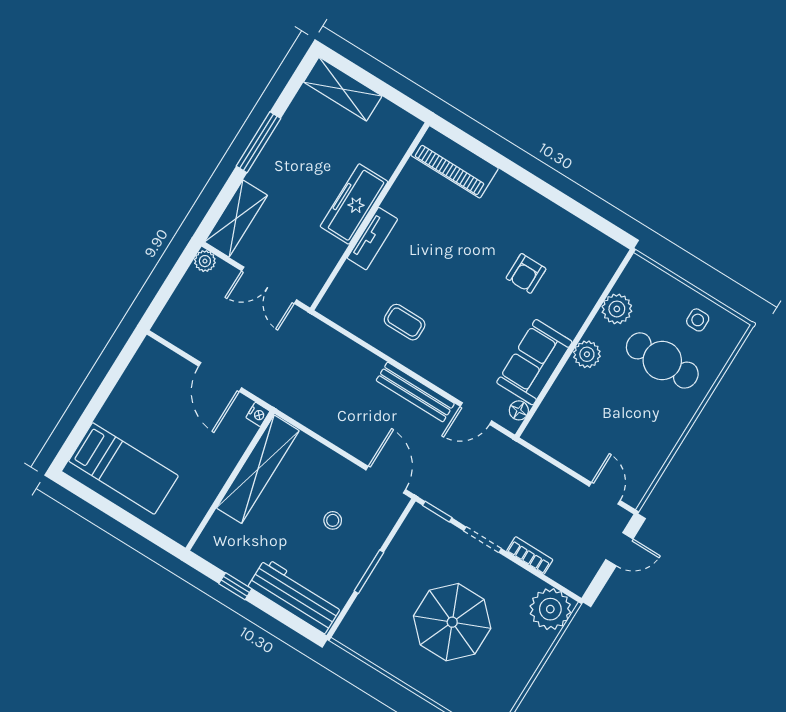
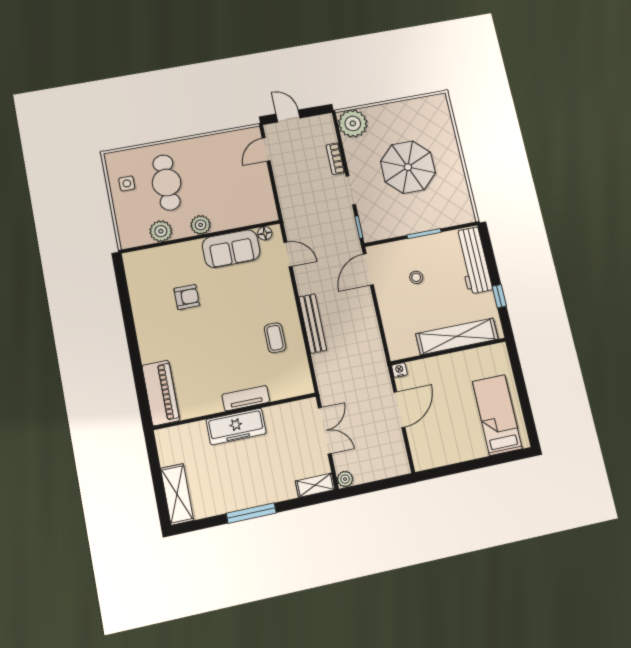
shelving: (236, 219) -> (315, 485), width x0.67, depth x0.75
bench: (415, 392) -> (313, 324), moved
shelving: (258, 469) -> (457, 336), moved

